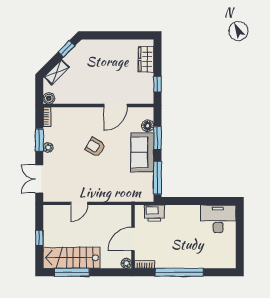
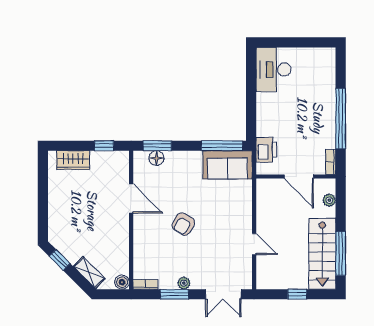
window: (157, 138) -> (157, 146), moved
sofa: (142, 152) -> (227, 165), moved
plant: (126, 263) -> (329, 200), moved

